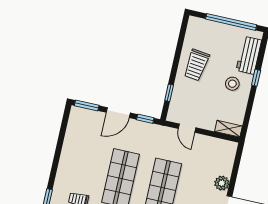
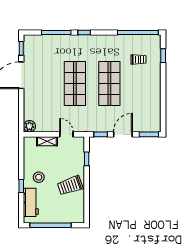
trolley: (196, 65) -> (70, 185), turned -116
shelving: (228, 129) -> (47, 141), moved
plant: (222, 183) -> (29, 126), moved

